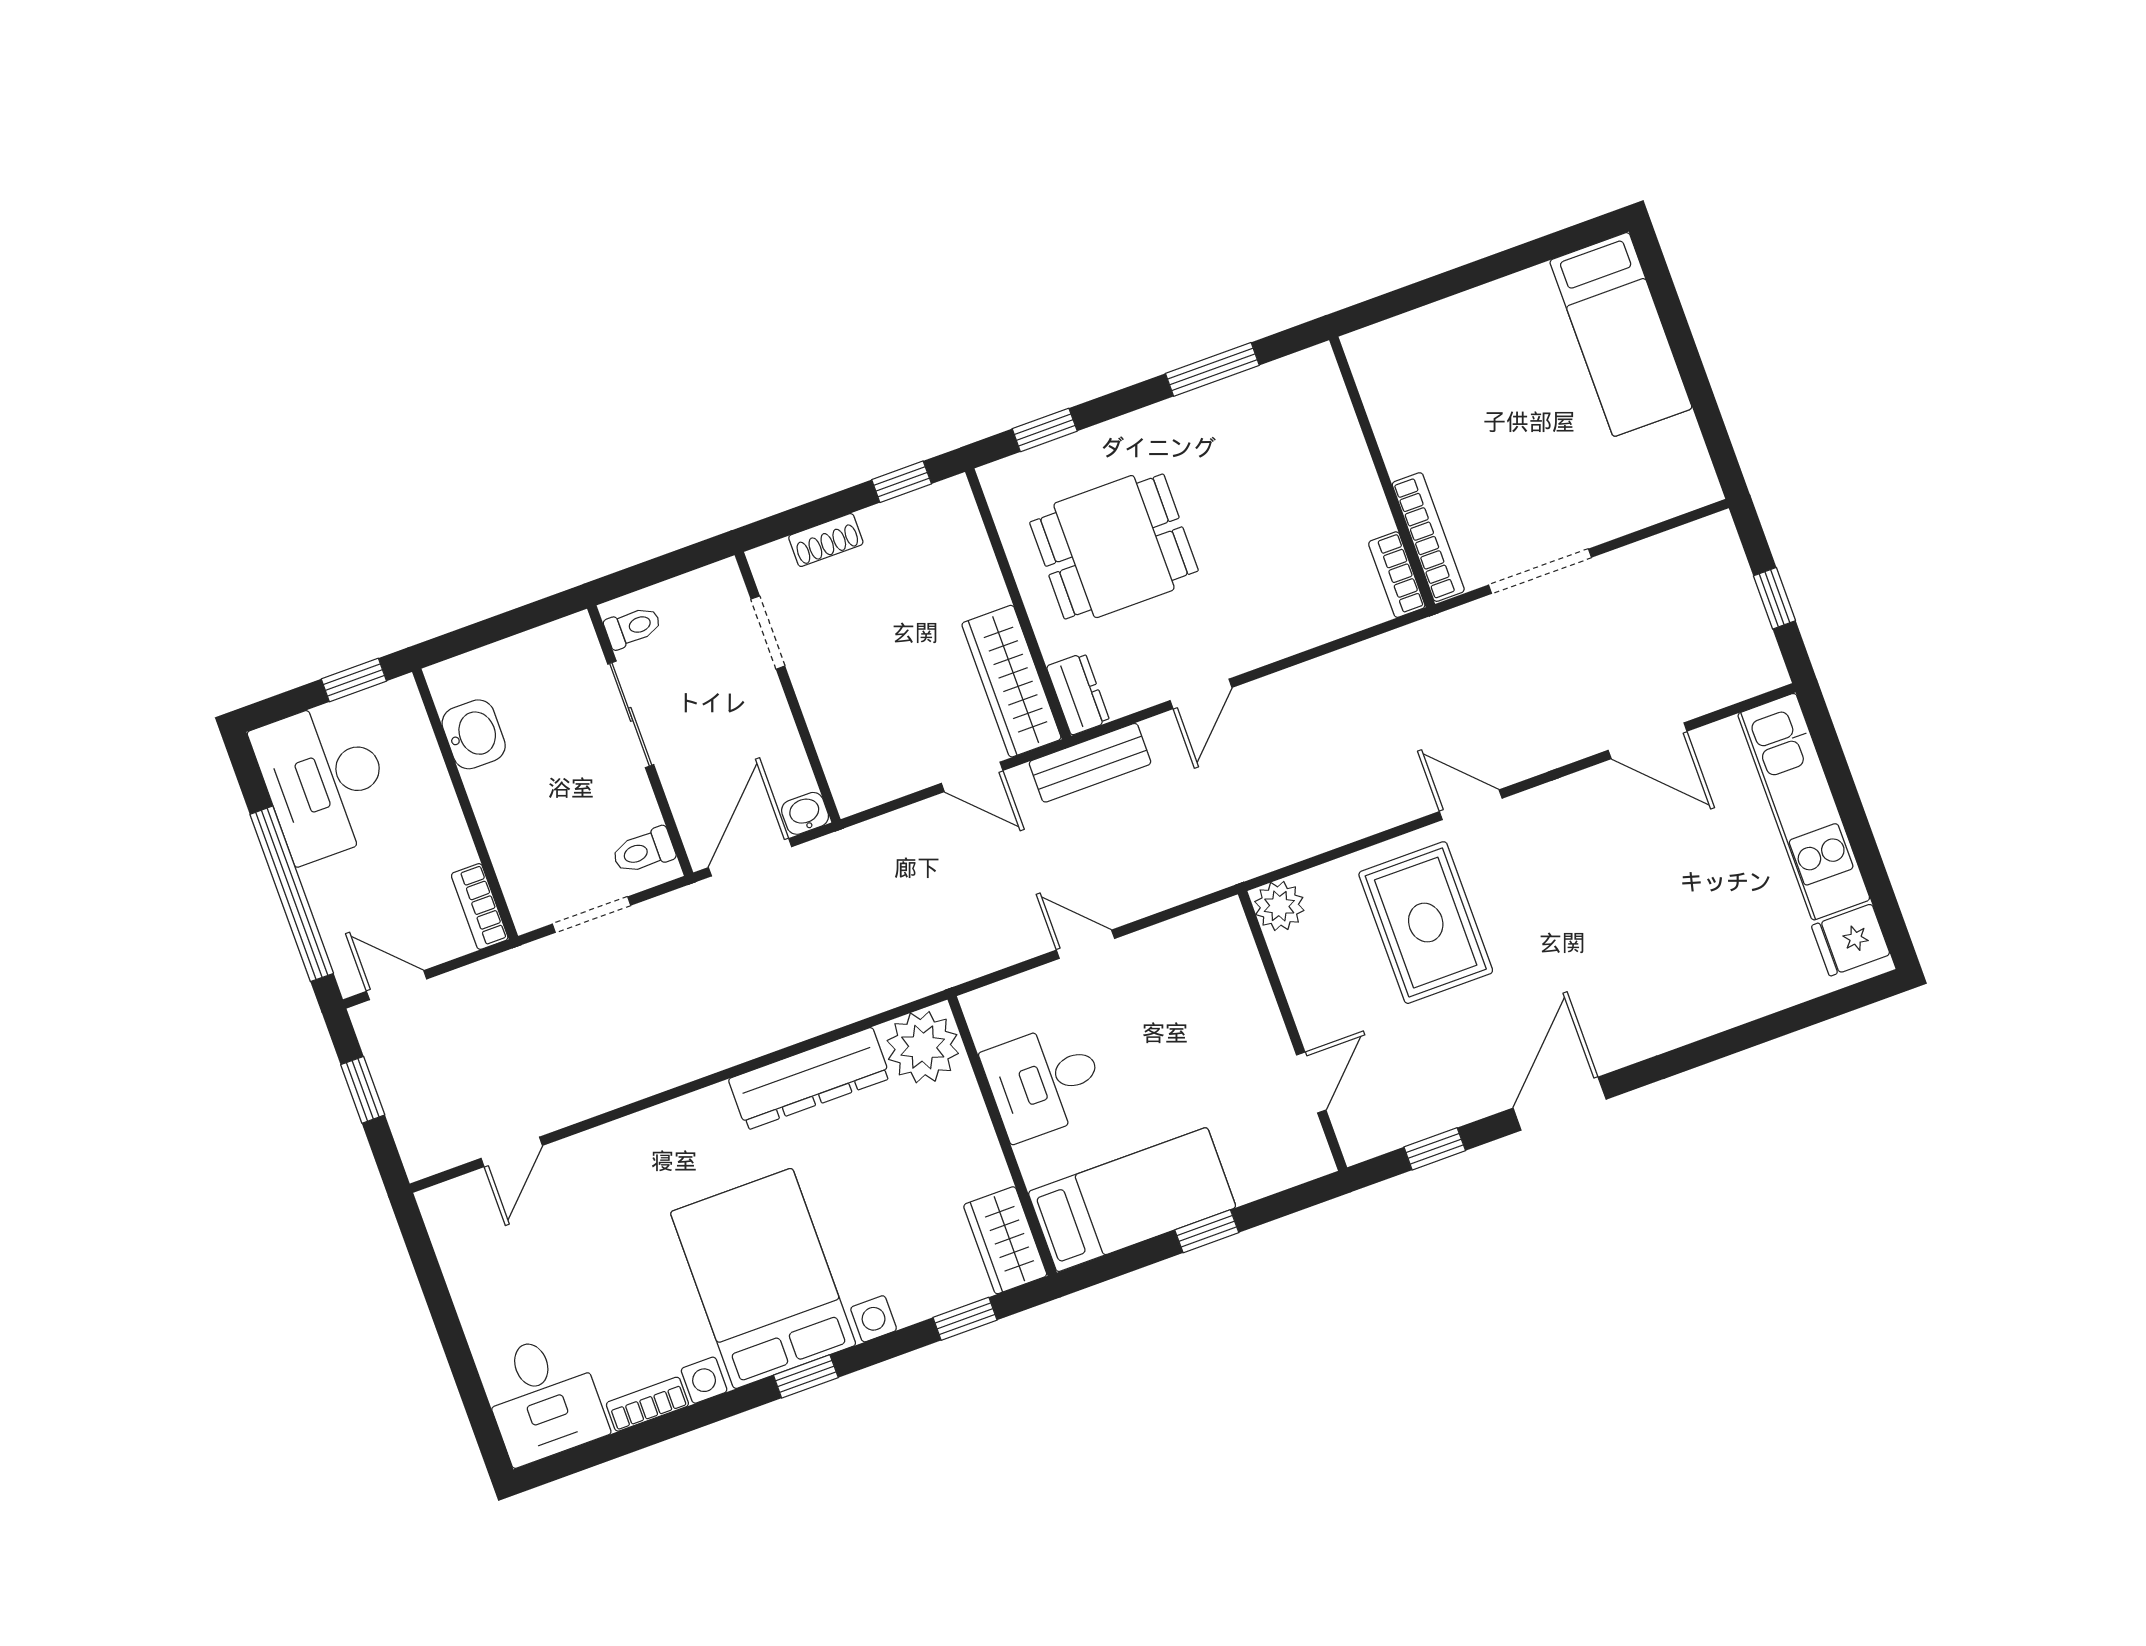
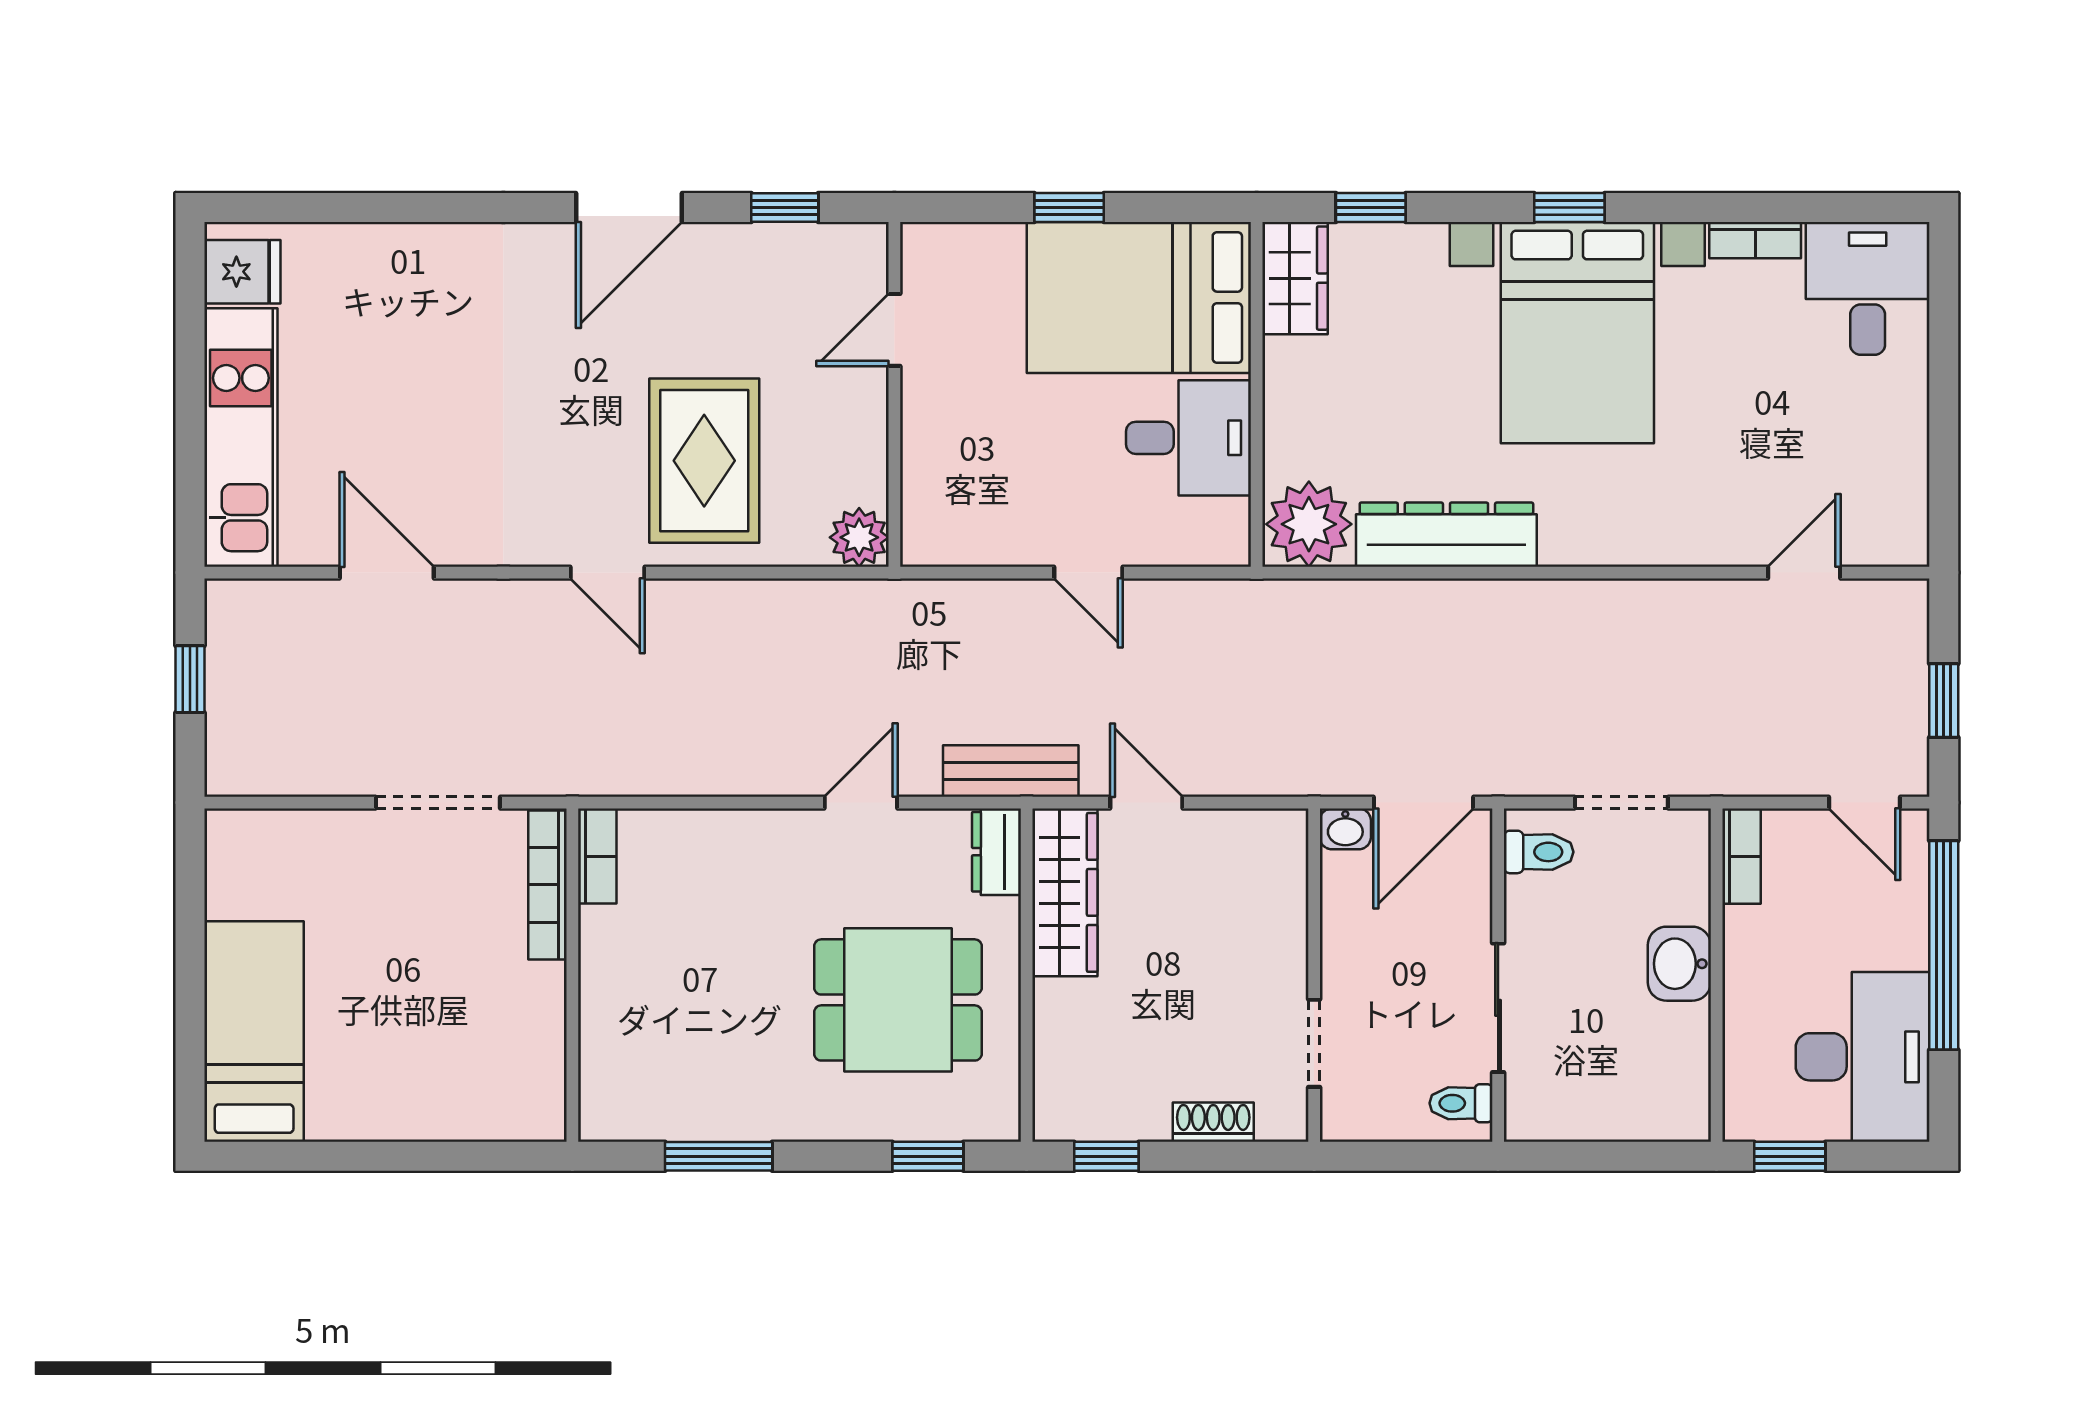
washbasin: (474, 734) -> (1679, 964), moved
bed: (1132, 1200) -> (1139, 297), width x1.50

